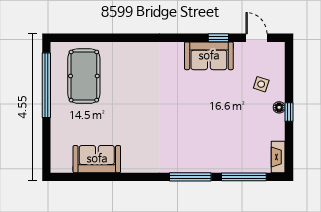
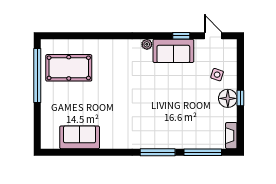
plant: (177, 48) -> (147, 44), added
pool table: (84, 76) -> (69, 68), turned 90
floor lamp: (279, 107) -> (228, 98), width x1.89, depth x1.89

